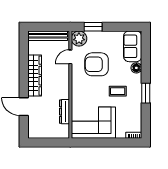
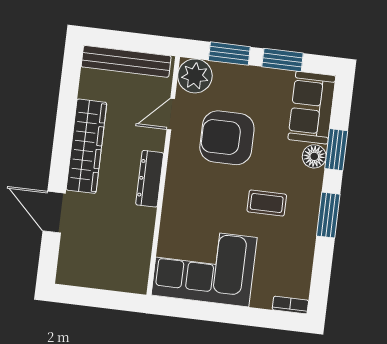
window: (117, 27) -> (283, 60), added
window: (146, 64) -> (336, 150), added
dresser: (64, 112) -> (150, 179), moved

